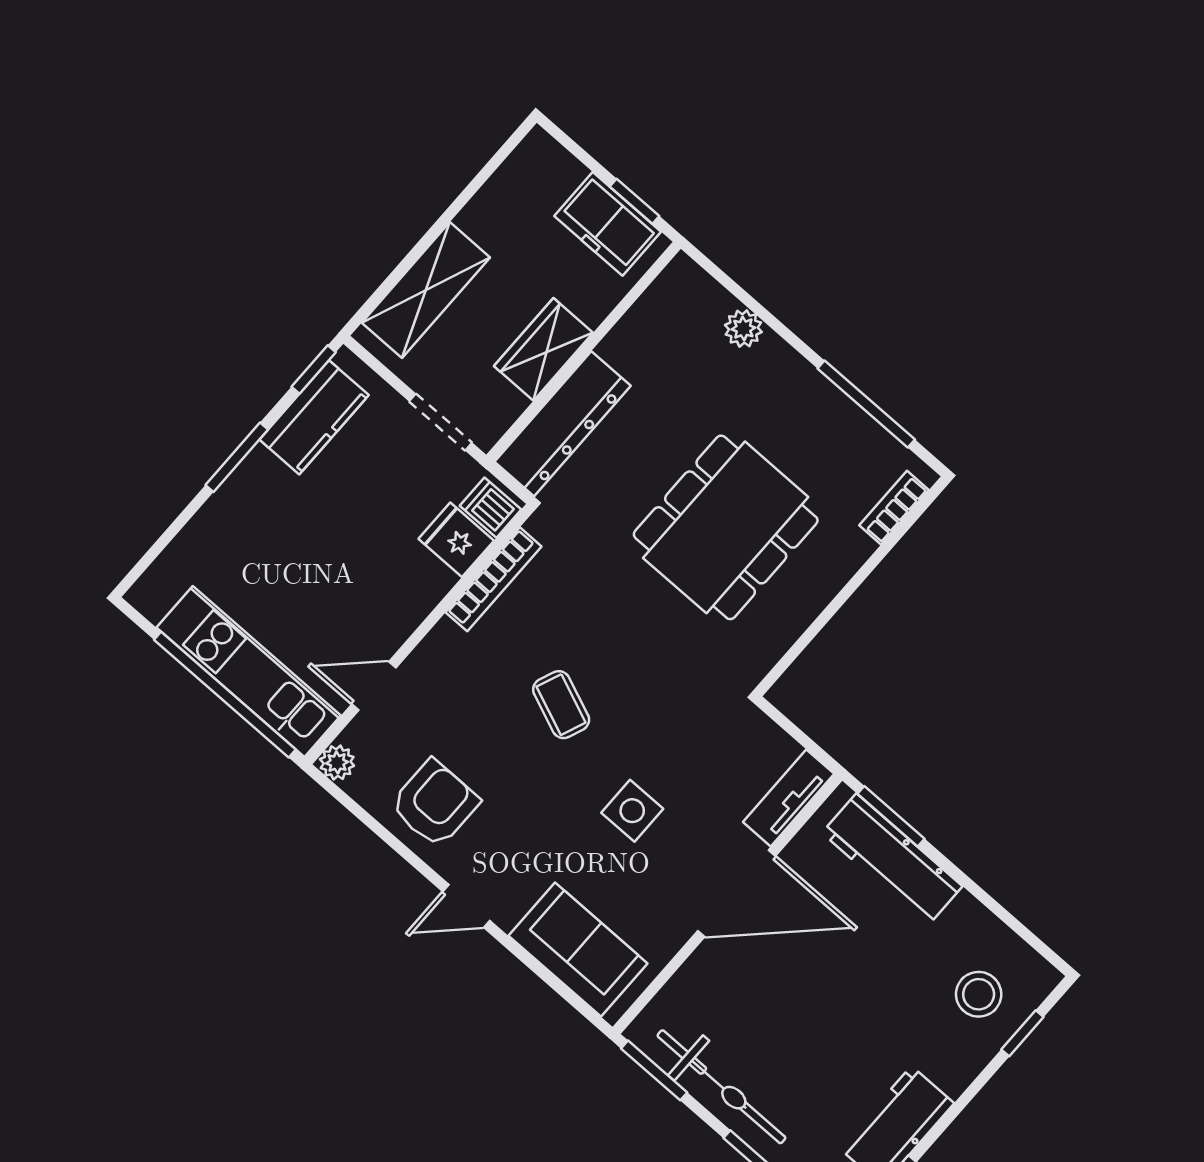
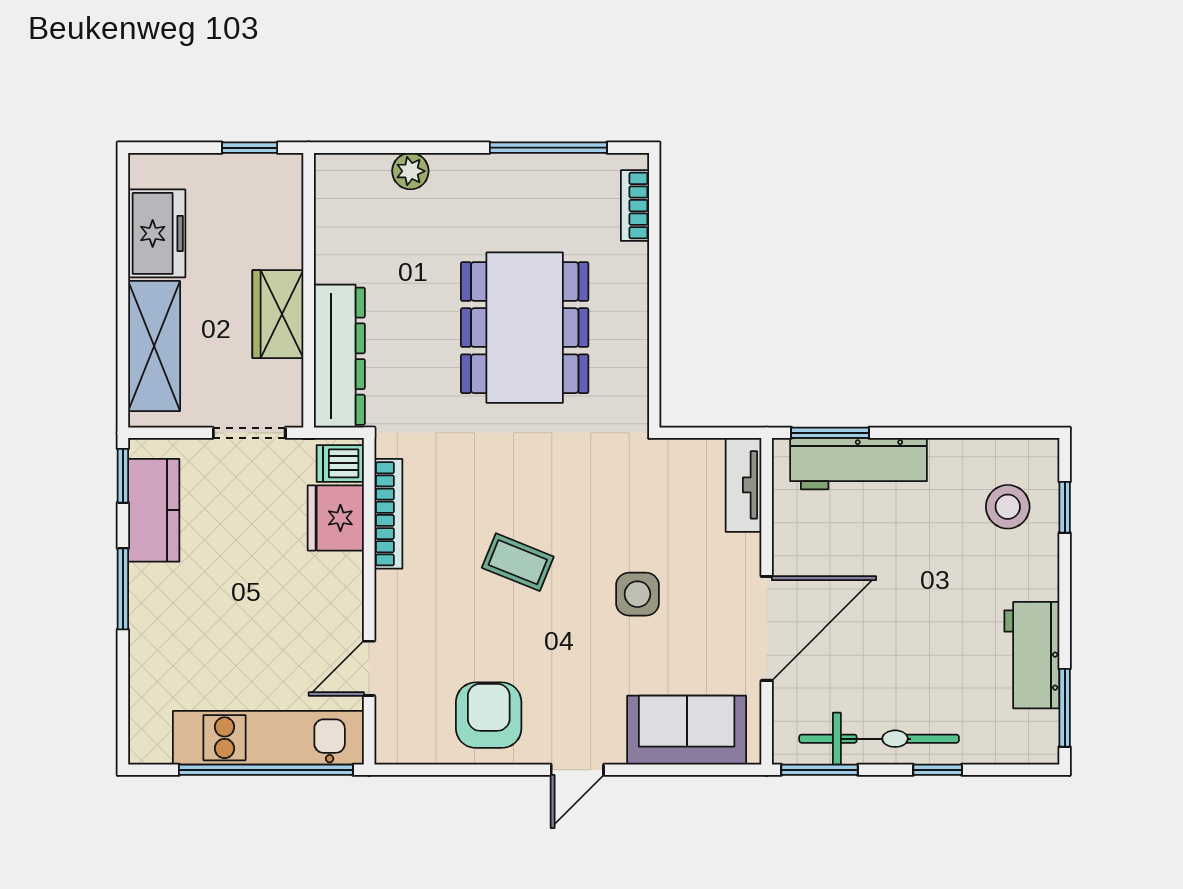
freezer: (608, 224) -> (157, 233), moved, turned -90
fridge: (456, 540) -> (336, 518), width x1.38
plant: (337, 763) -> (391, 748), removed
door: (737, 893) -> (767, 628), moved

